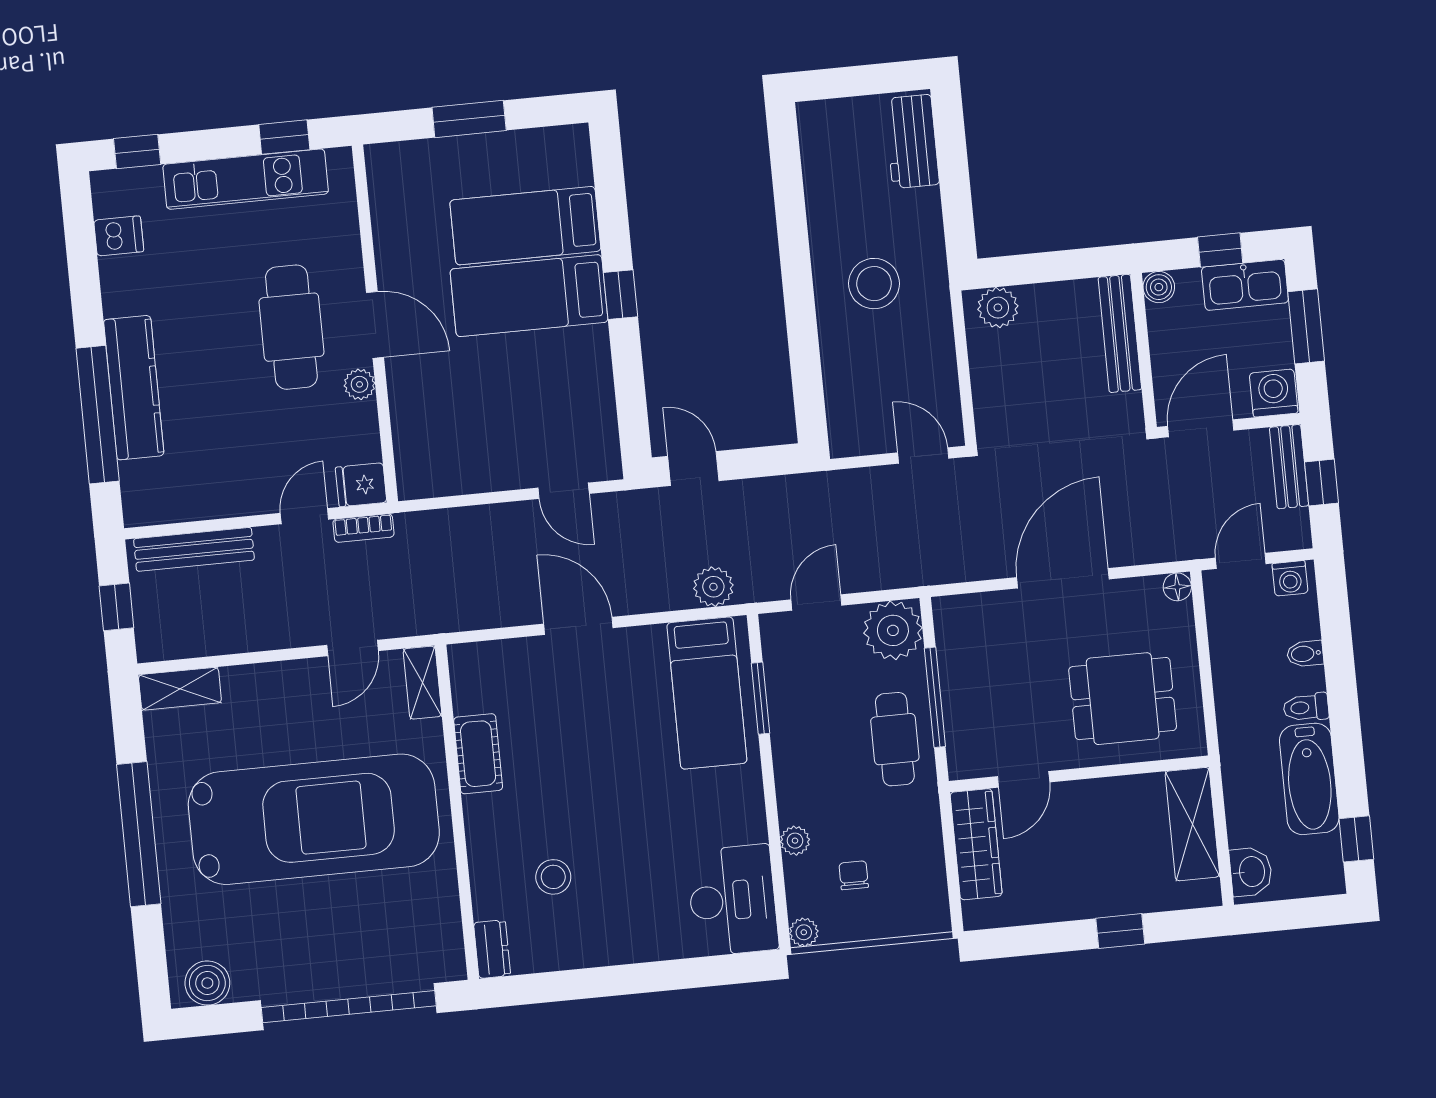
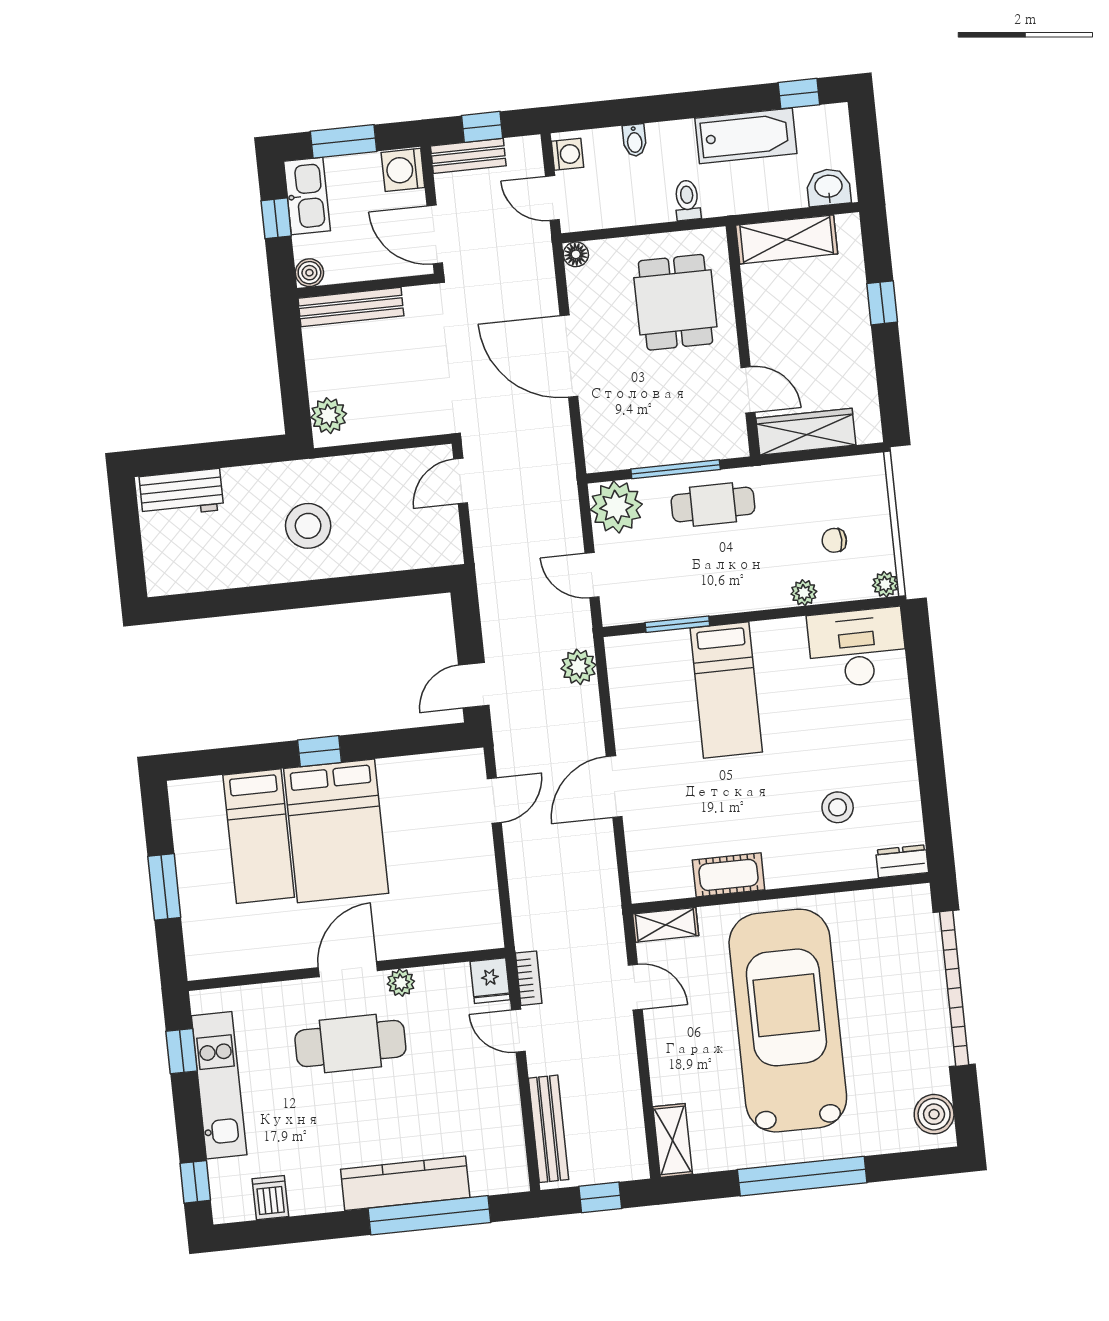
bed: (529, 296) -> (336, 831), width x1.50
bed: (707, 693) -> (726, 690), moved, turned 90
toilet: (1306, 707) -> (687, 200), moved, turned 180

